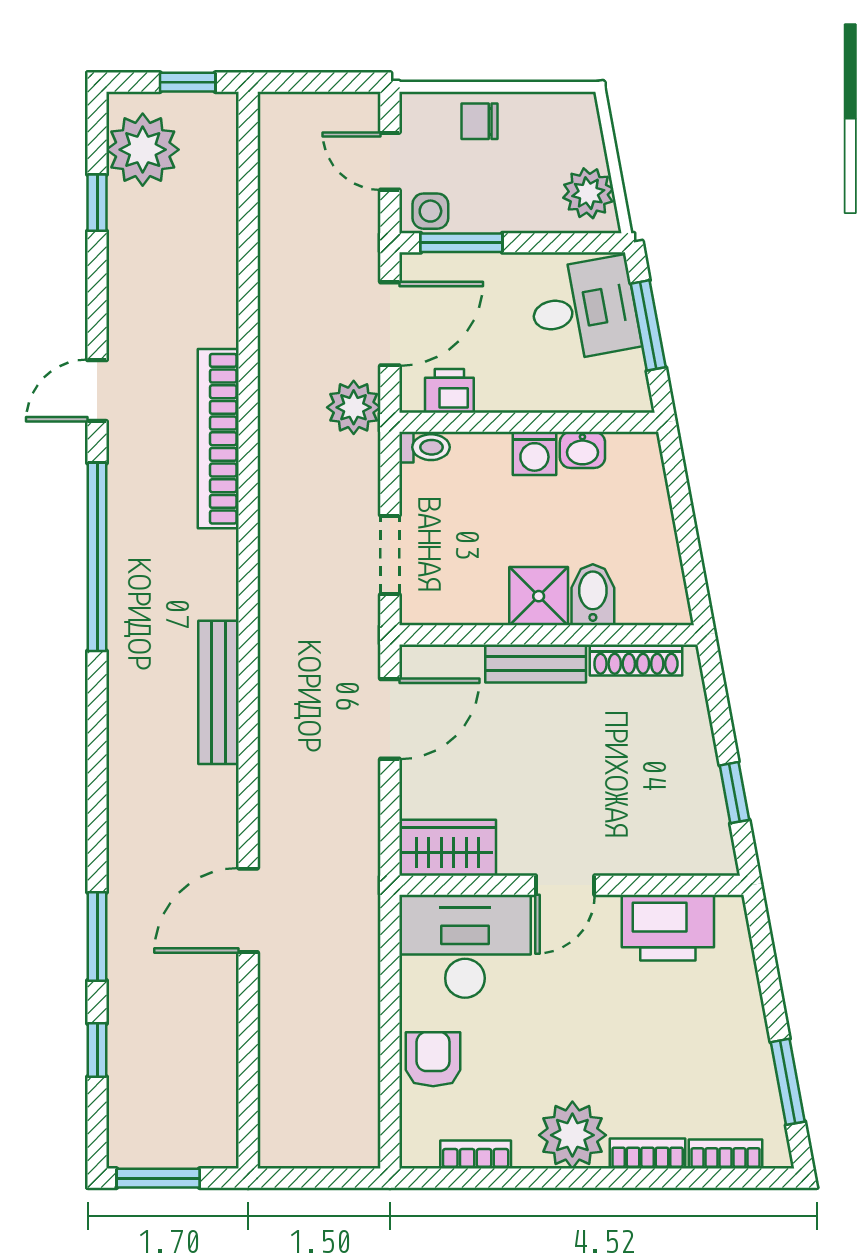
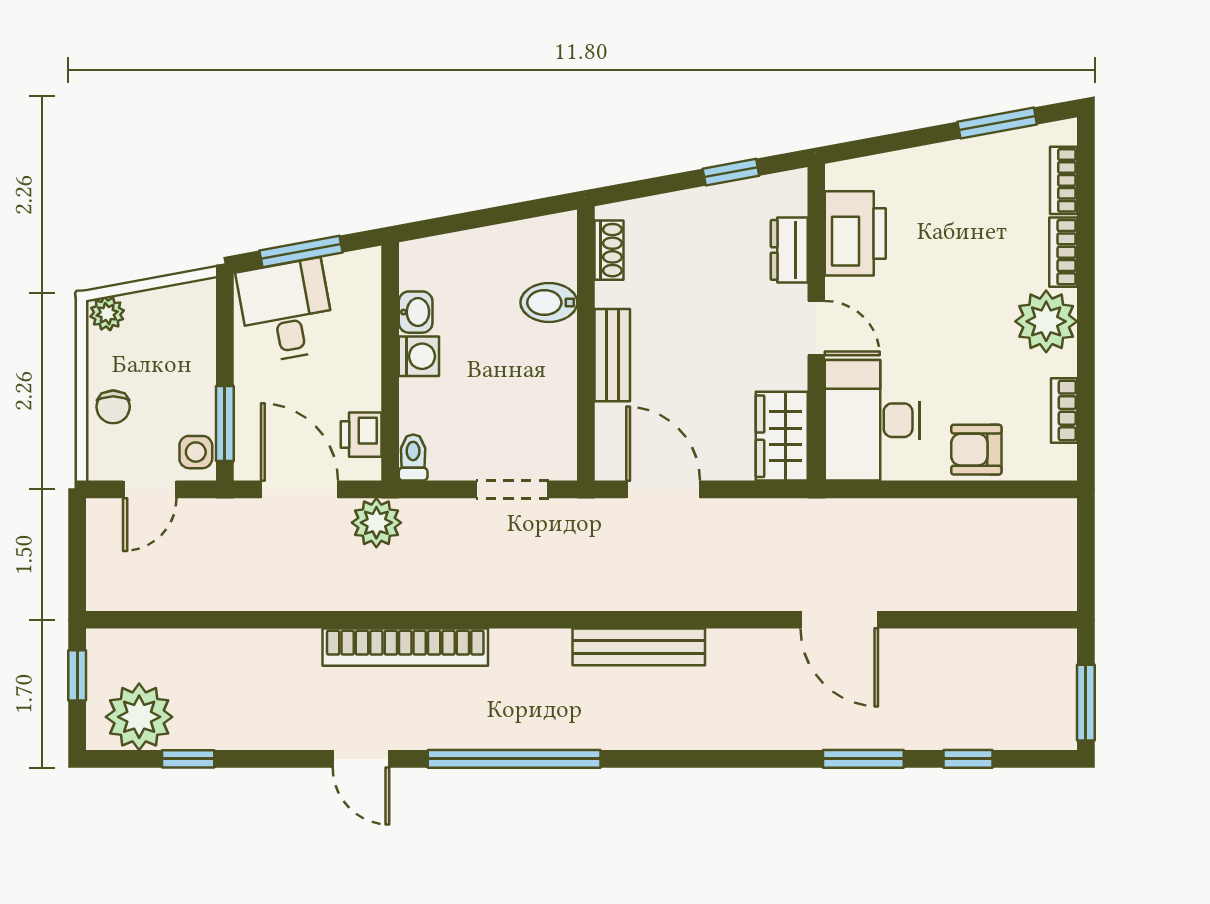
plant: (588, 193) -> (107, 314), moved, width x0.73, depth x0.73
shower: (539, 596) -> (550, 352), removed
shoe rack: (636, 660) -> (609, 250), width x0.70
dresser: (650, 856) -> (789, 250), added

